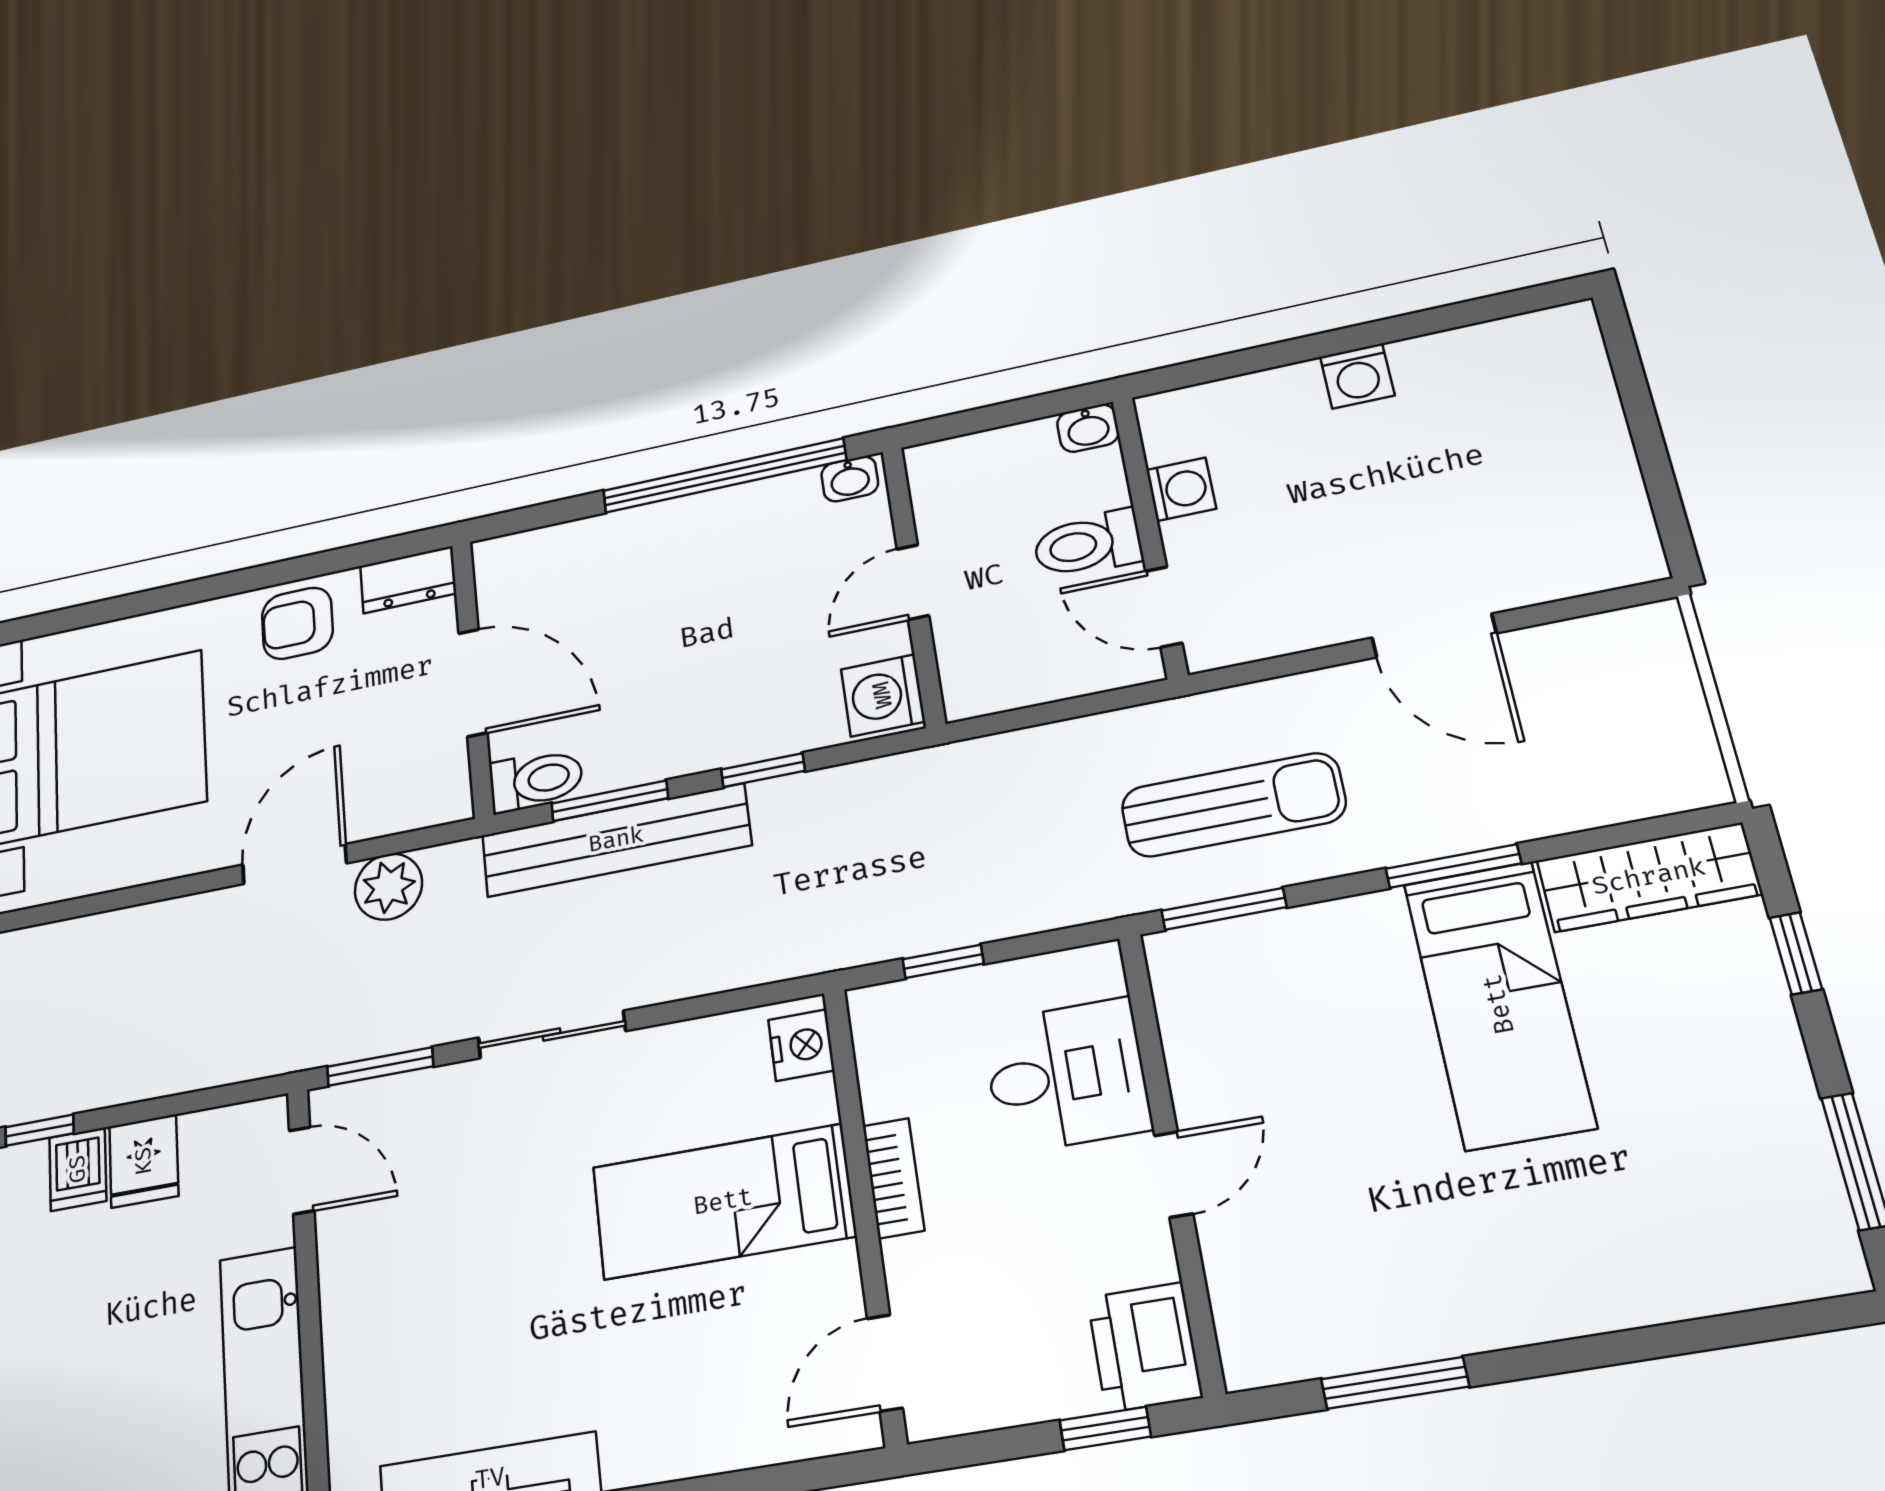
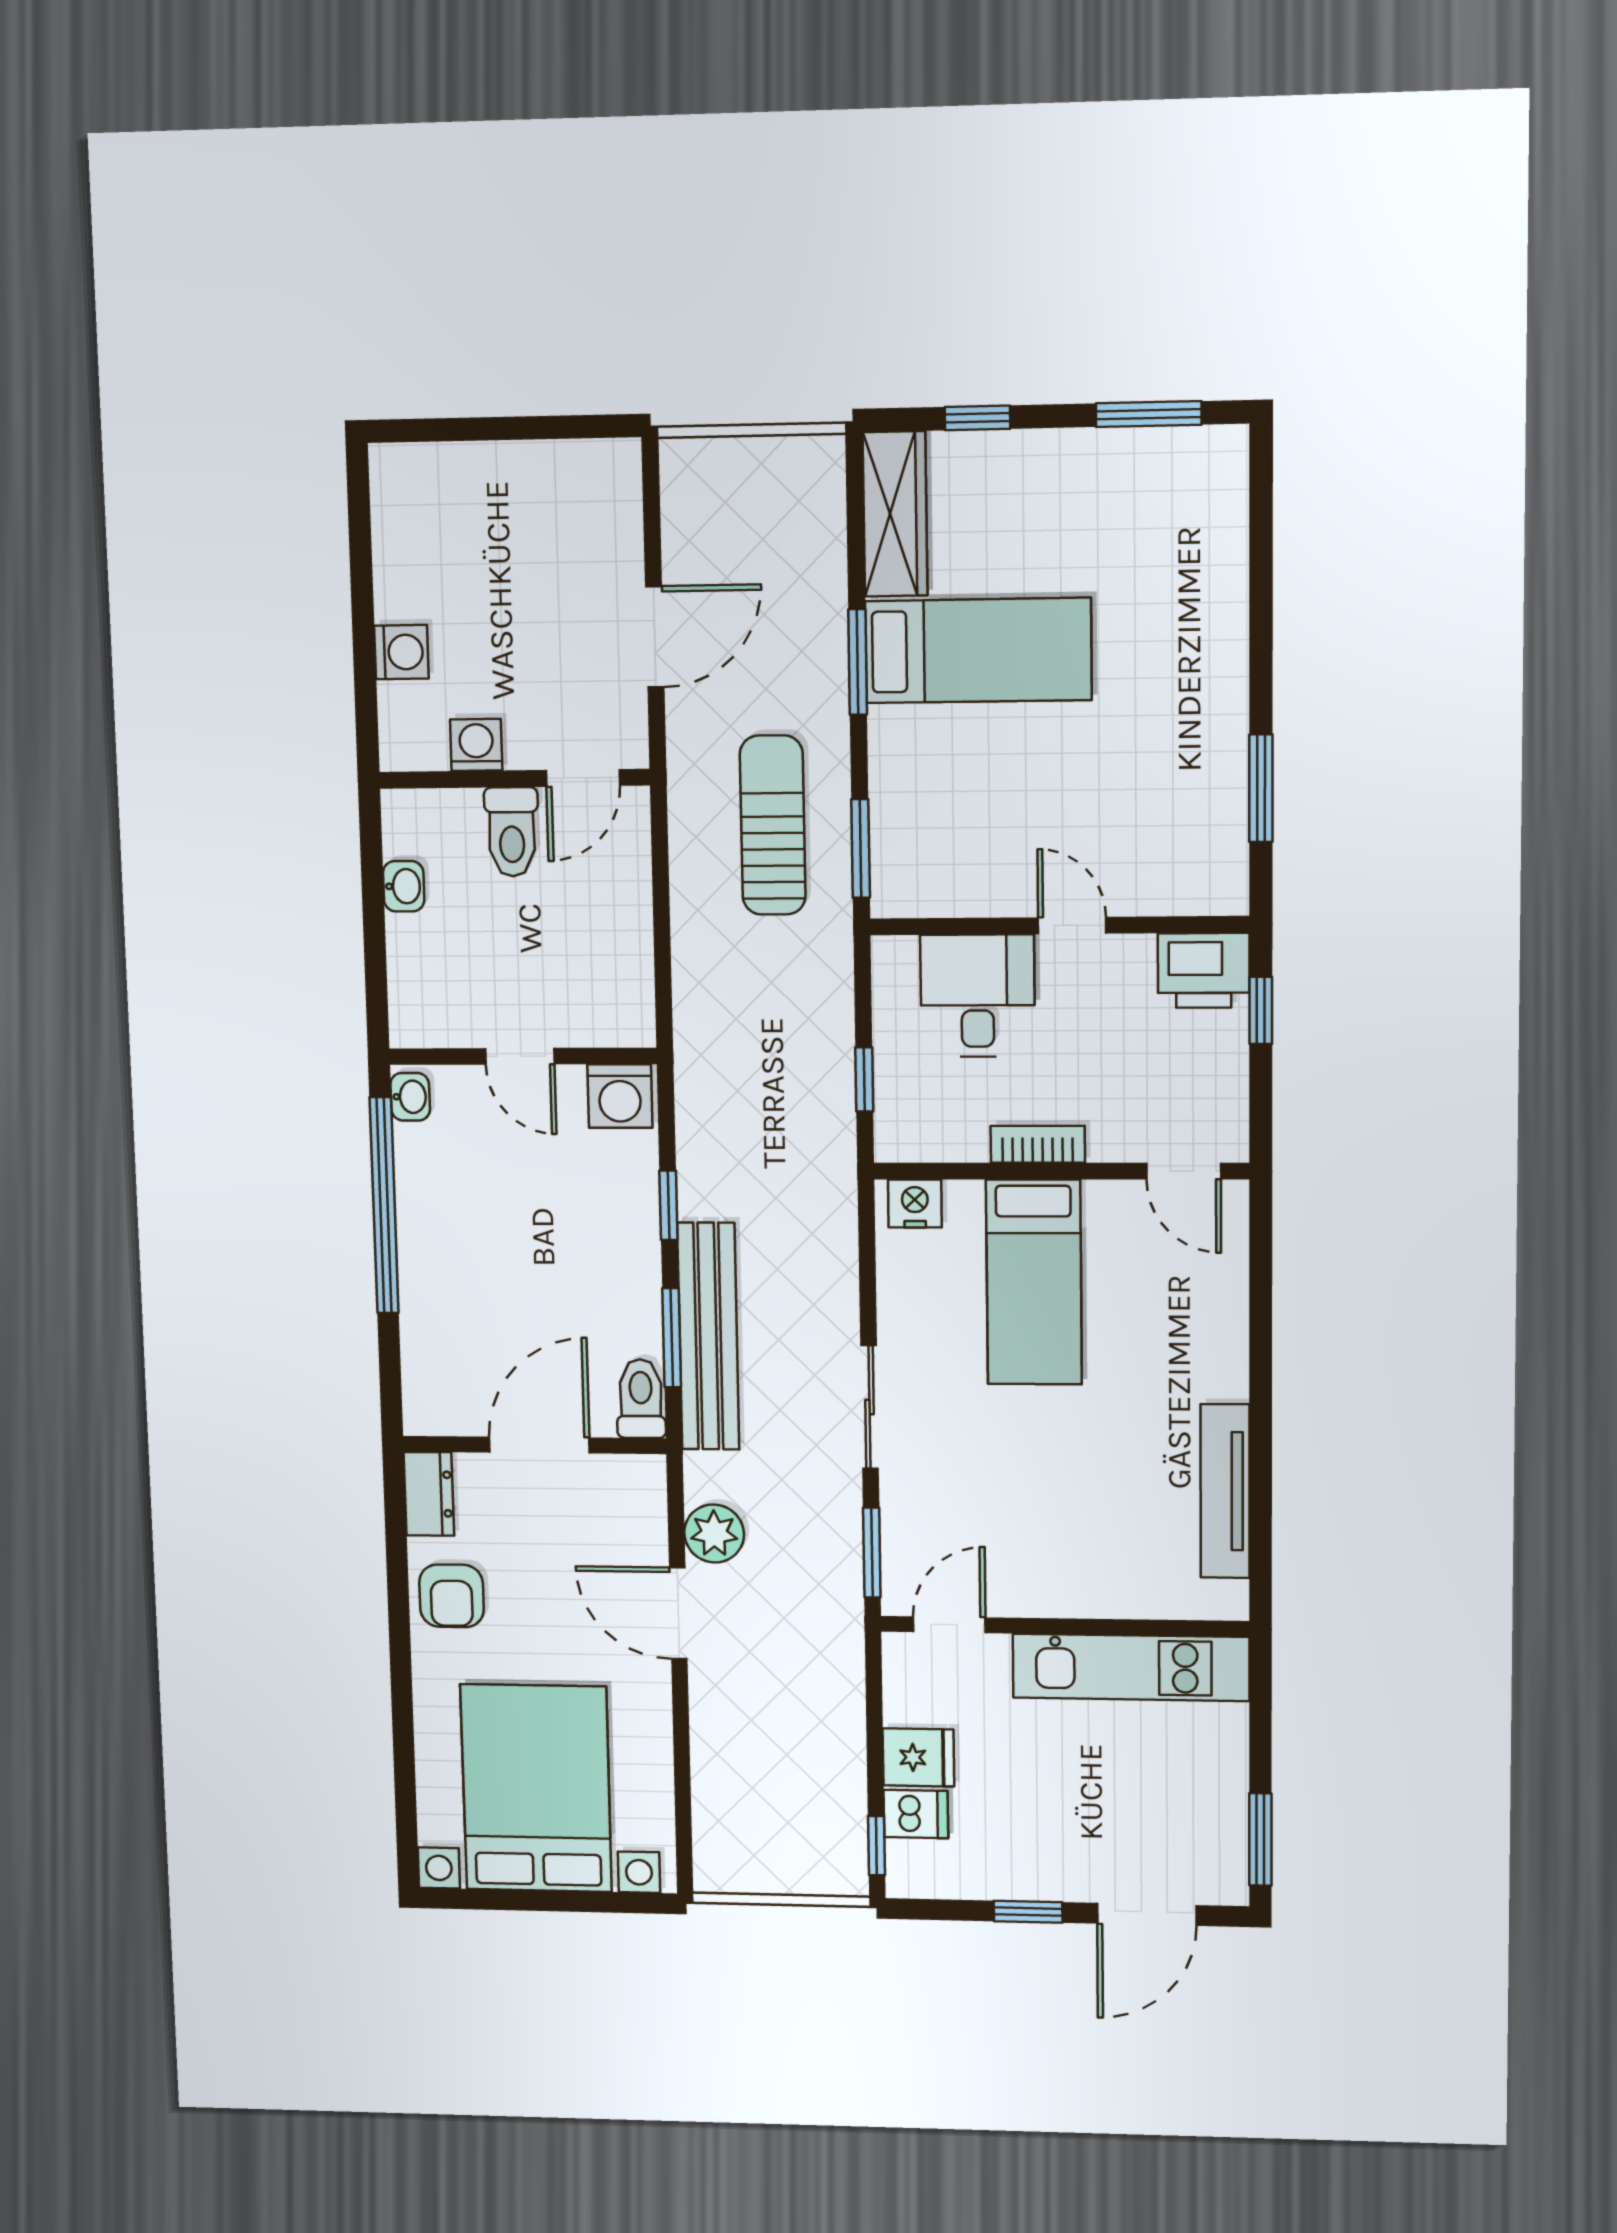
washing machine: (1181, 489) -> (476, 745), moved
wall: (1149, 535) -> (514, 779), moved
toilet: (1088, 544) -> (512, 832), moved
door: (1164, 607) -> (583, 778), moved

